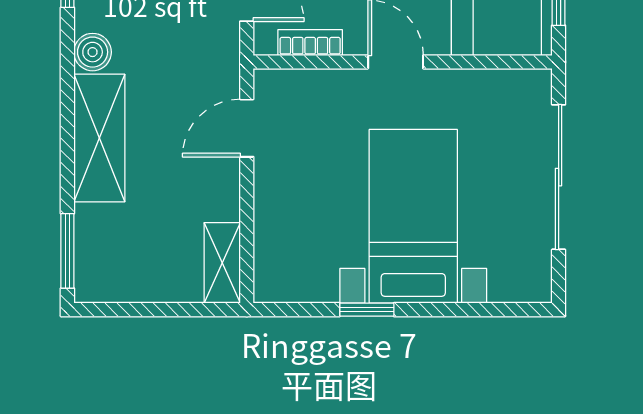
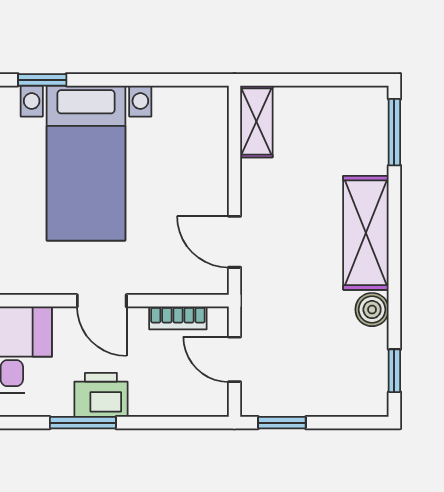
door: (247, 128) -> (234, 242), swing flipped
window: (367, 310) -> (42, 80), moved

